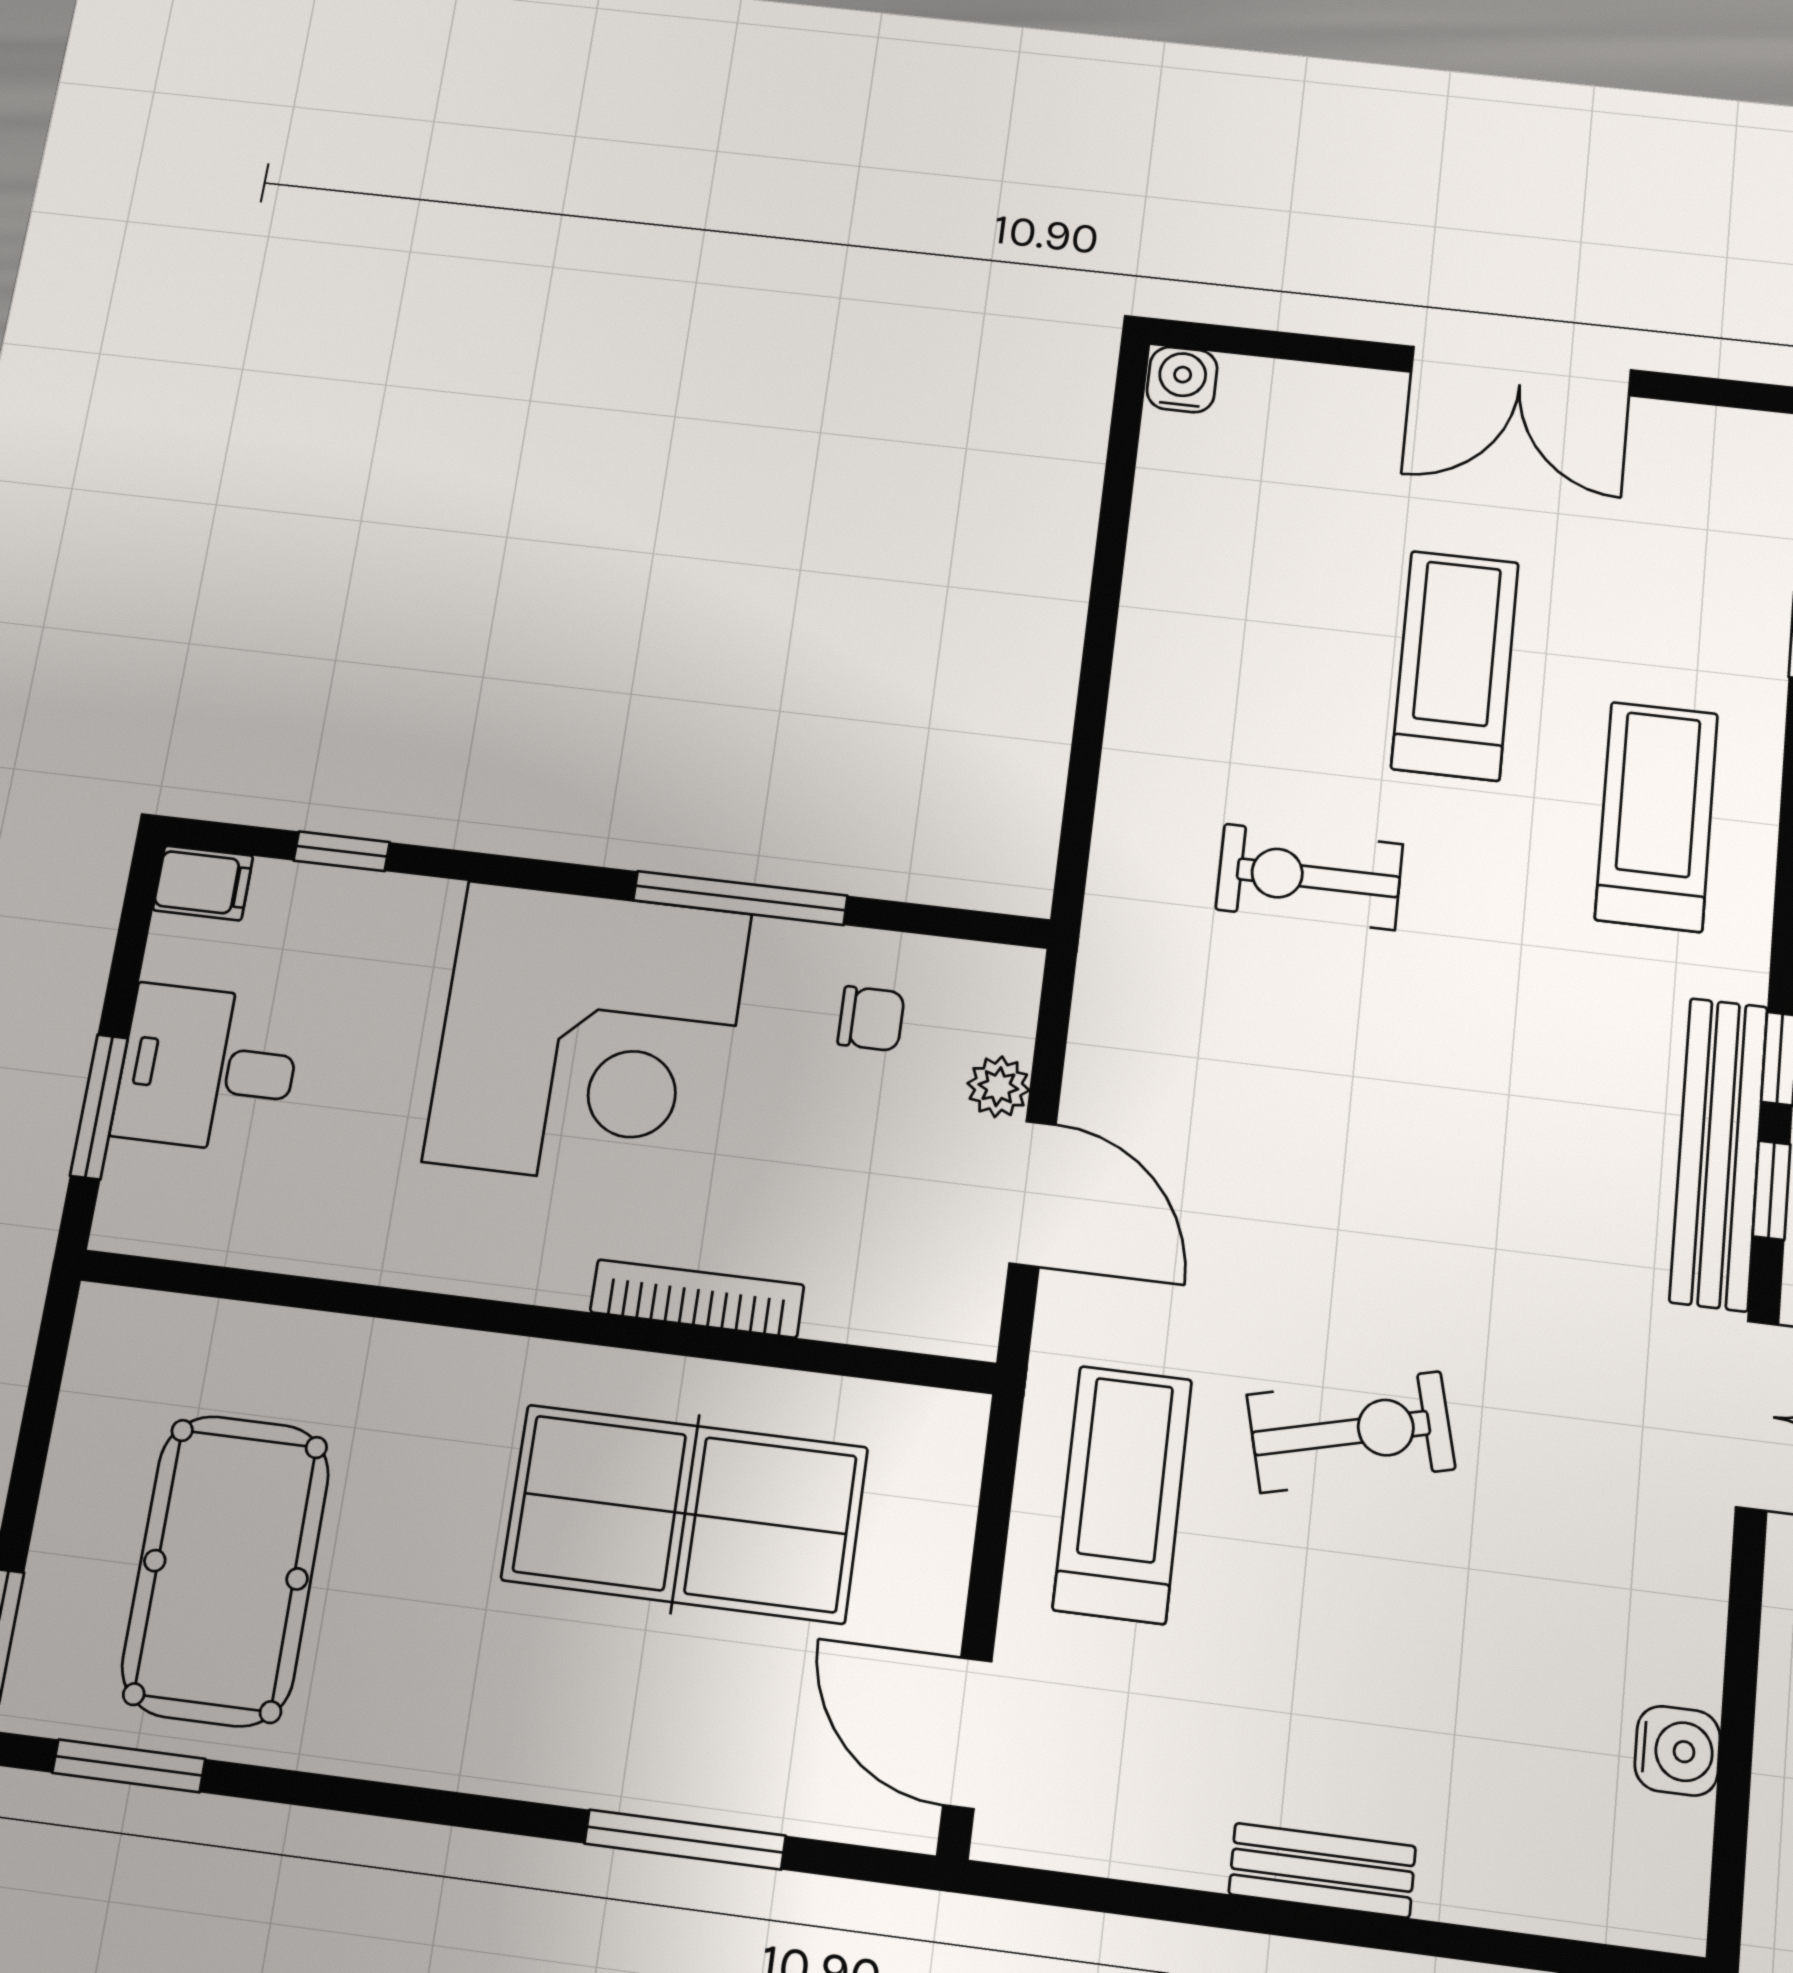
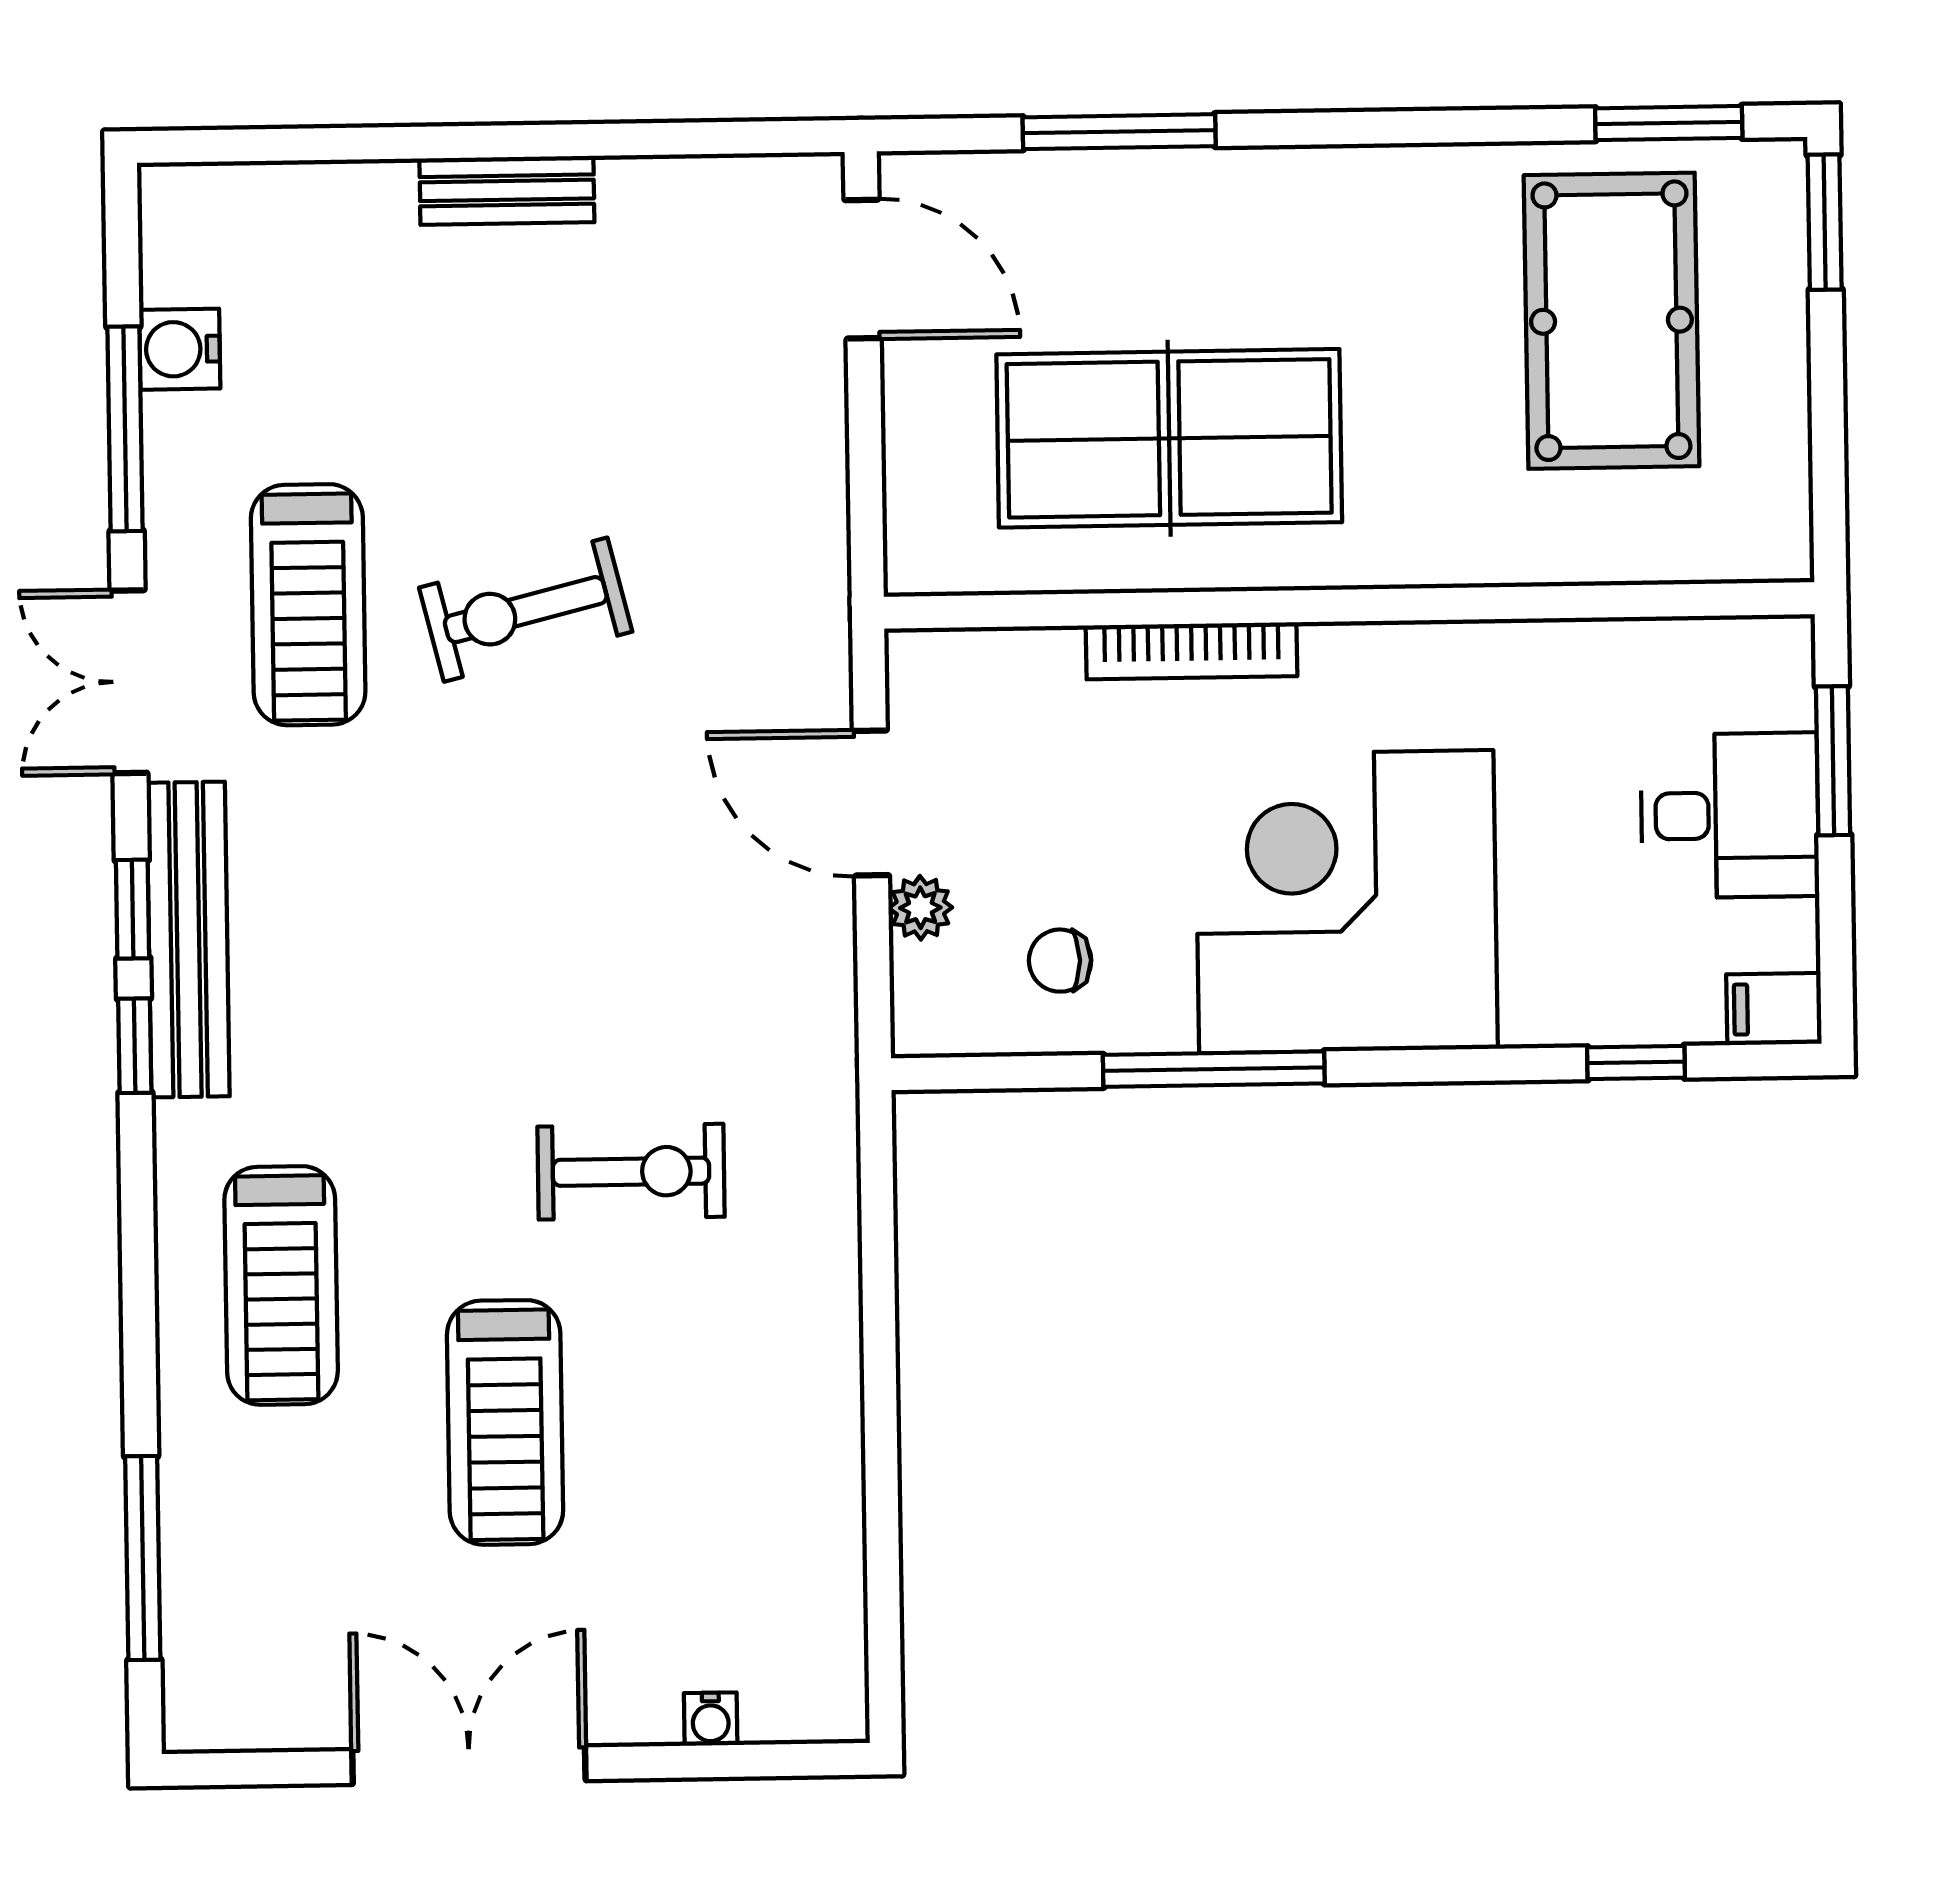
water cooler: (1182, 380) -> (711, 1719), moved, width x0.72, depth x0.72
treadmill: (1123, 1494) -> (308, 605), moved
window: (1741, 1675) -> (125, 429), added

